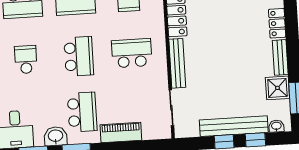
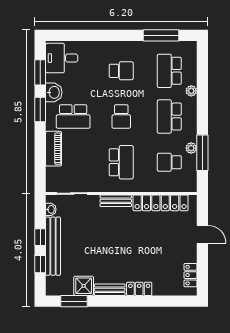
school desk: (79, 56) -> (121, 117), width x0.54
bench: (177, 63) -> (116, 201), width x0.73
washbasin: (276, 126) -> (51, 209), moved

